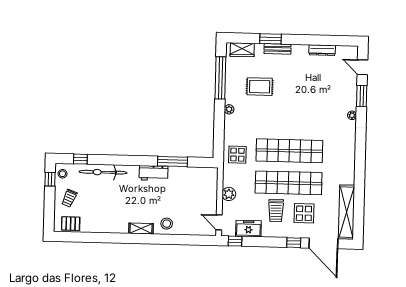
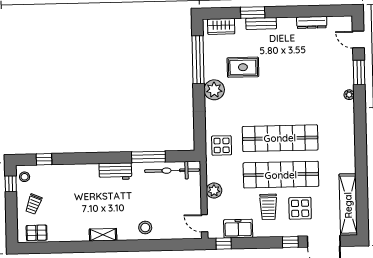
plant: (229, 109) -> (214, 90), width x1.88, depth x1.88
bicycle: (103, 172) -> (172, 171), moved
workbench: (154, 173) -> (115, 171), moved
shelving: (141, 229) -> (103, 235), moved

